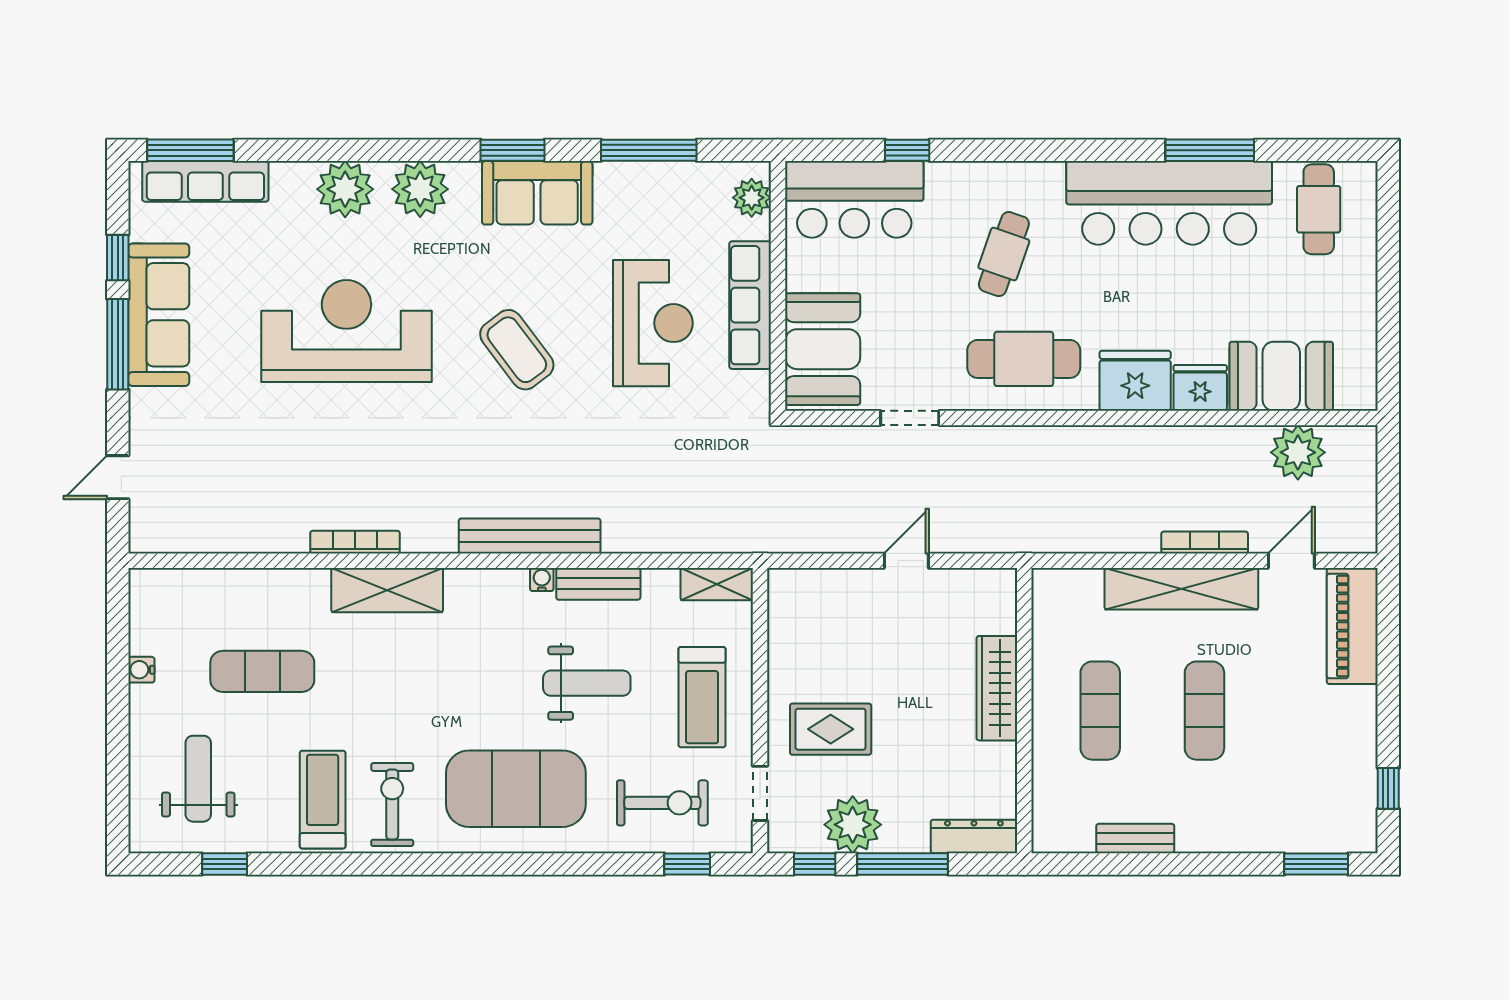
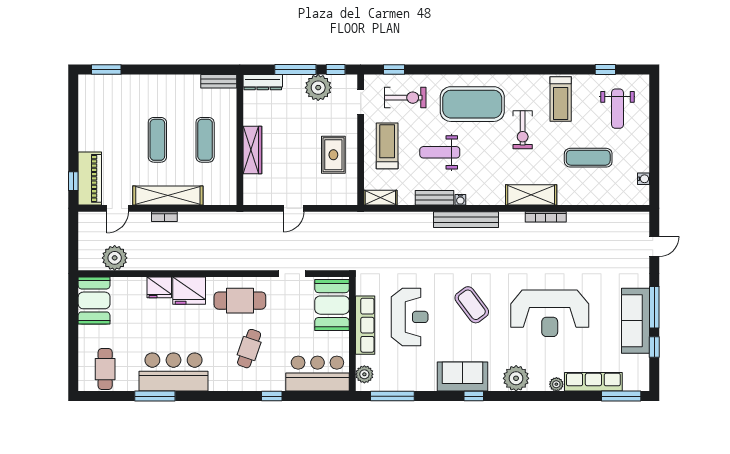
window: (513, 150) -> (474, 396), width x0.67
window: (649, 150) -> (392, 396), moved
window: (907, 150) -> (272, 396), moved
row of seats: (205, 181) -> (593, 382), moved
plant: (345, 189) -> (556, 384), width x0.53, depth x0.53
bar counter: (1169, 203) -> (173, 372), width x0.73
reception desk: (653, 323) -> (410, 317), turned 180
booth: (1281, 376) -> (94, 300), moved, turned 90
bookcase: (1205, 542) -> (164, 217), width x0.64
water cooler: (141, 670) -> (643, 179), moved
rug: (831, 729) -> (333, 155), moved, turned 90
window: (1388, 788) -> (73, 181), moved
exercise bike: (662, 803) -> (405, 98), turned 180
exercise bike: (392, 804) -> (523, 130), moved
bench: (1135, 838) -> (219, 81), moved

